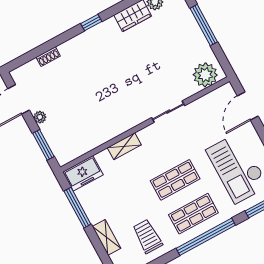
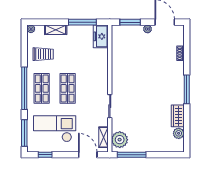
window: (91, 22) -> (187, 89), width x2.17
window: (204, 25) -> (132, 155), moved
shelving: (124, 146) -> (103, 137), moved

